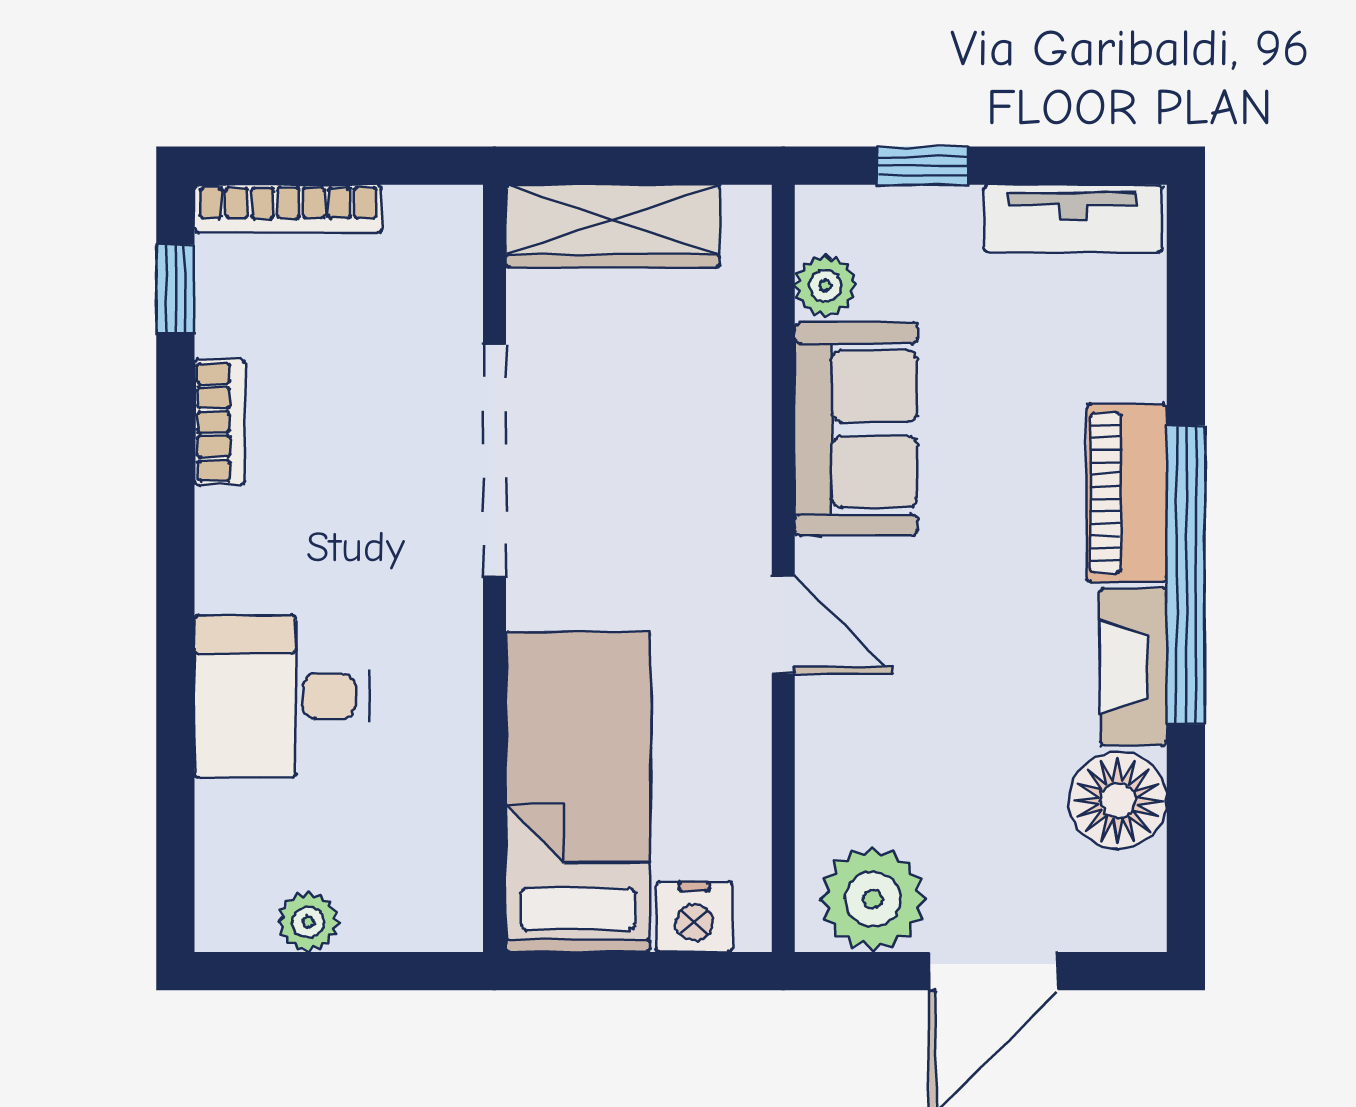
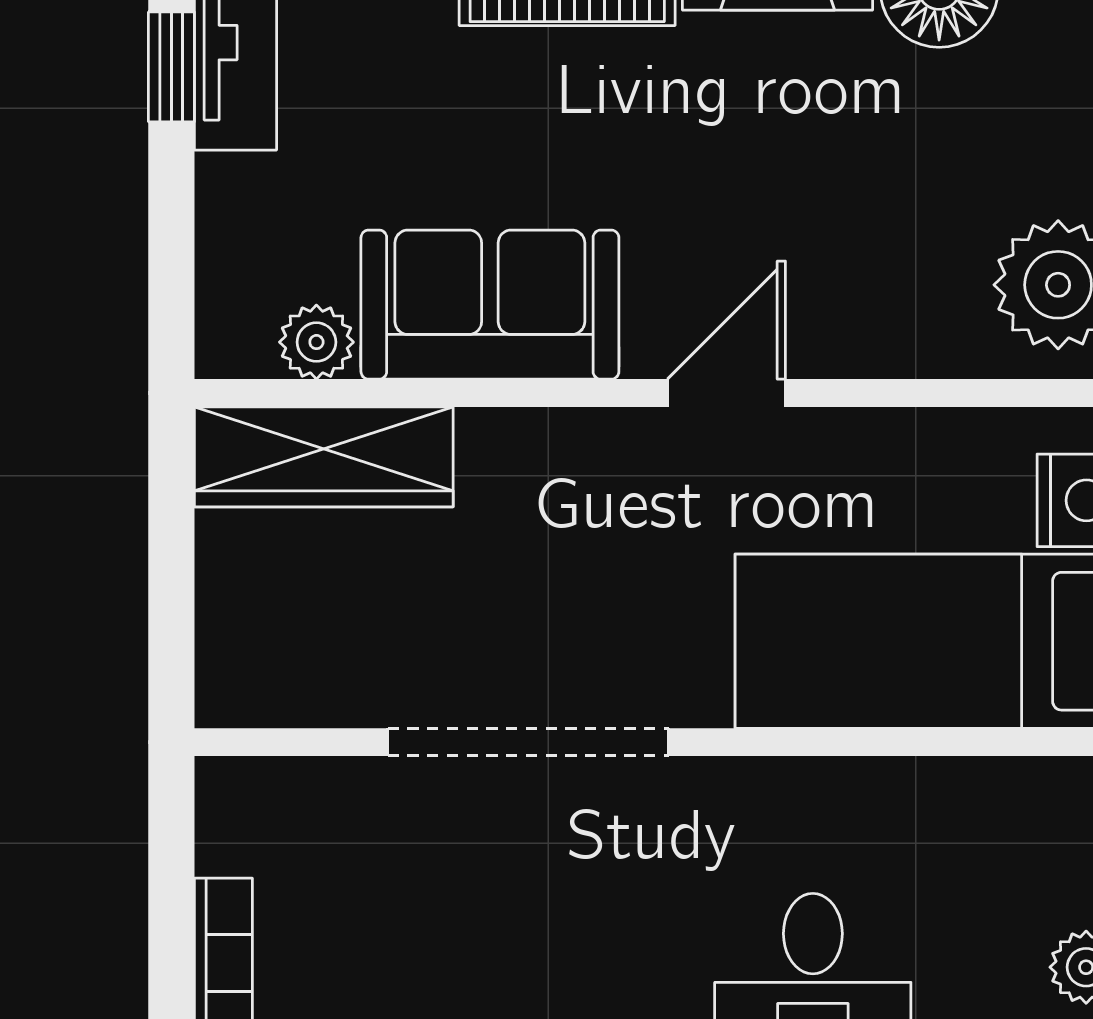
window: (923, 166) -> (171, 67), moved
wardrobe: (613, 226) -> (324, 457), moved, turned 90

